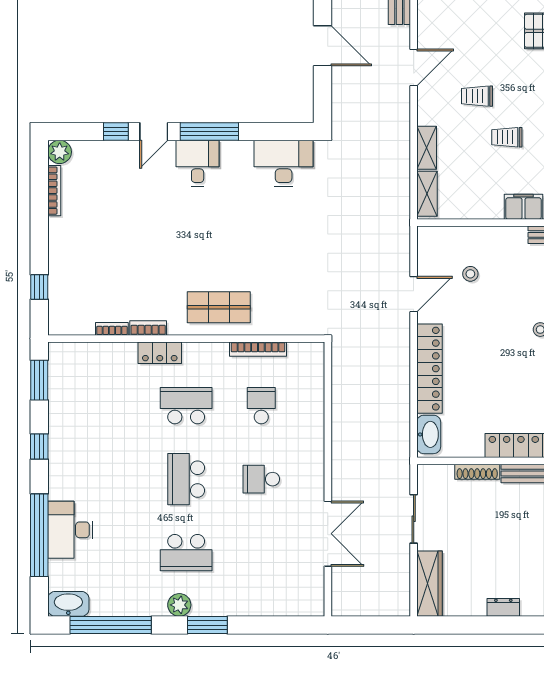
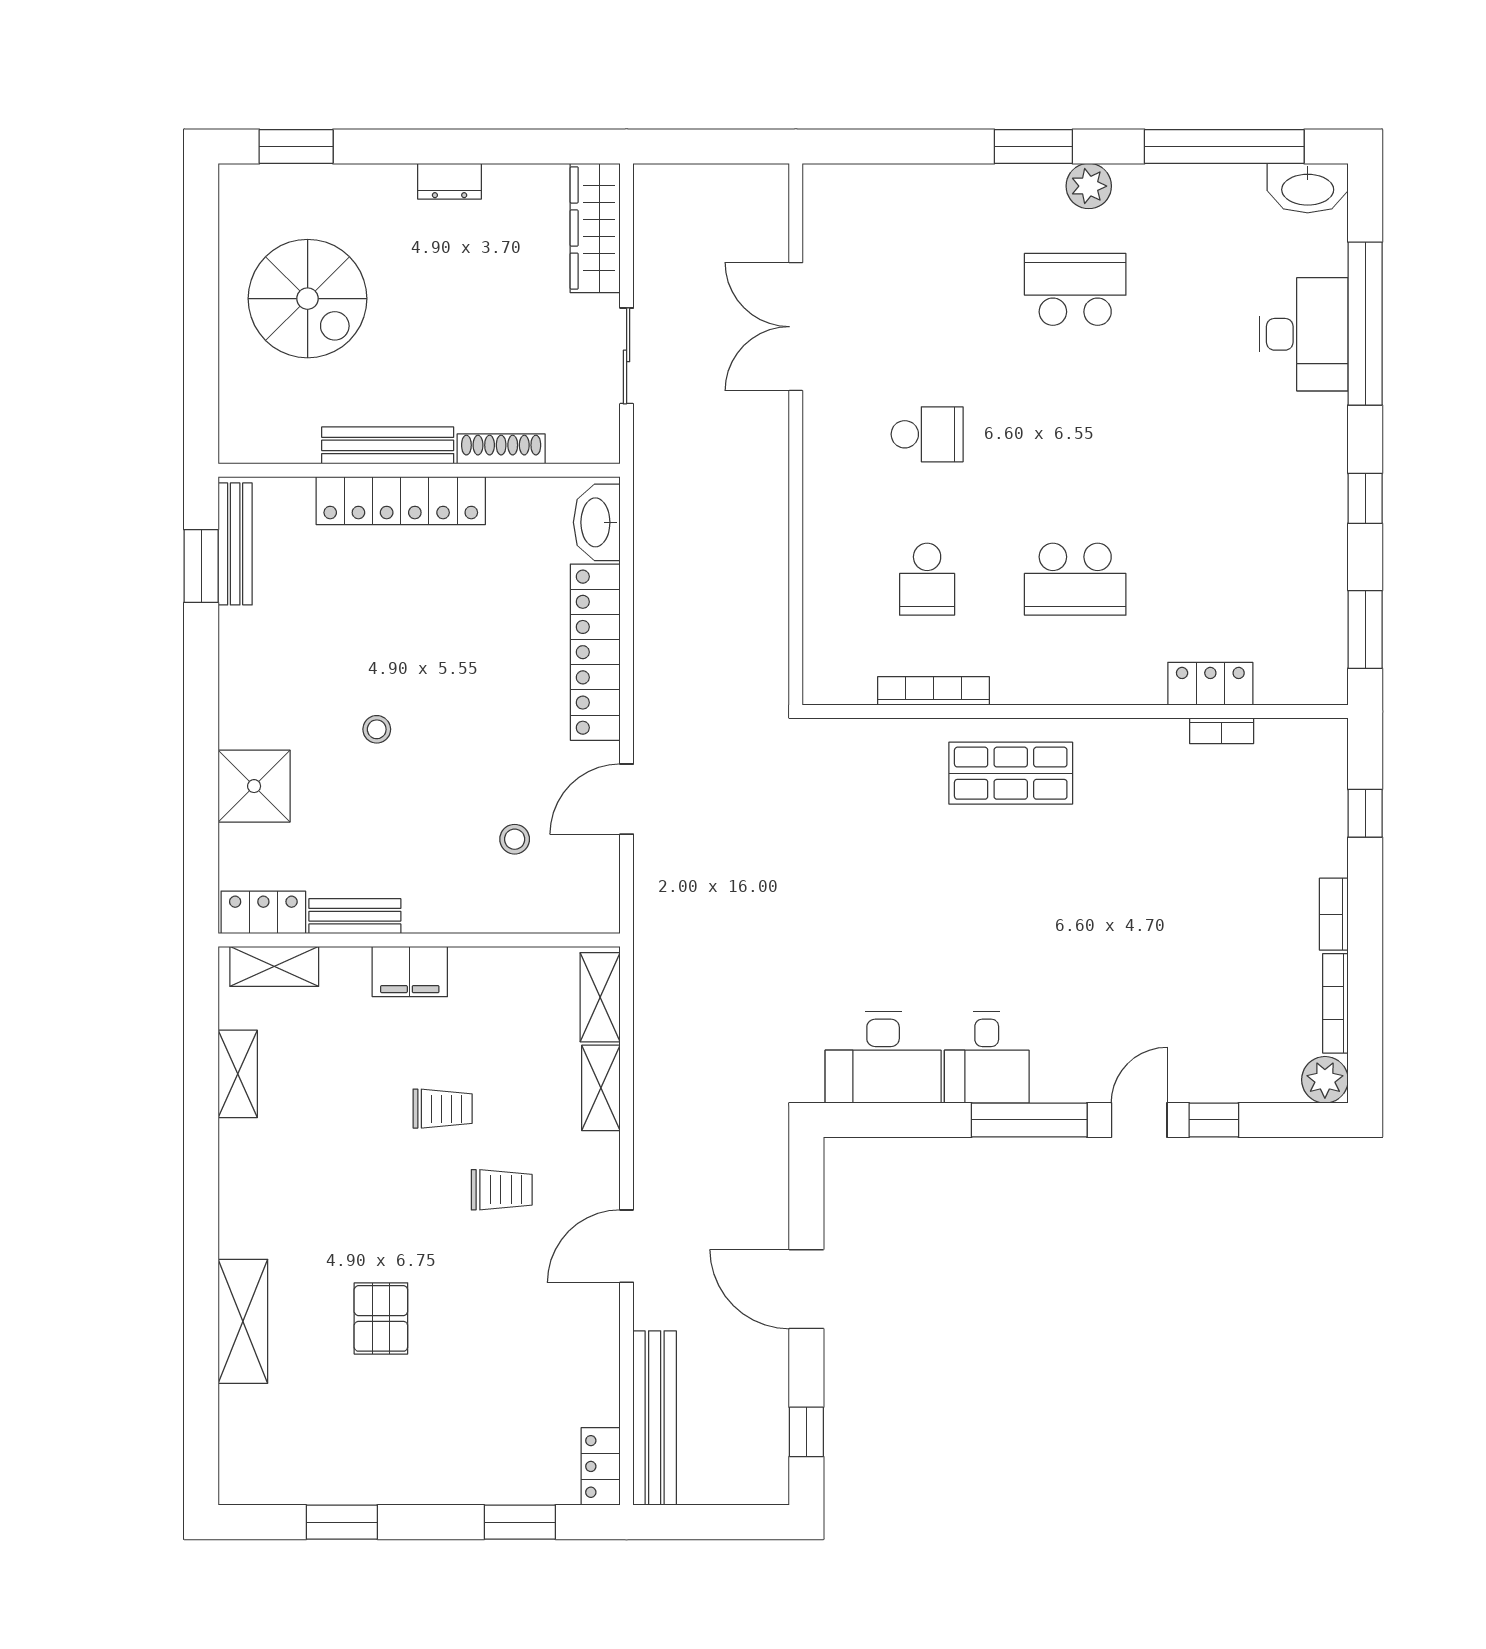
desk: (198, 163) -> (987, 1057), moved
bookcase: (148, 328) -> (1334, 914), moved, turned 90
locker: (160, 353) -> (1210, 684), moved
school desk: (186, 479) -> (1075, 434), removed

